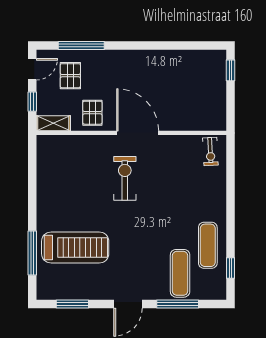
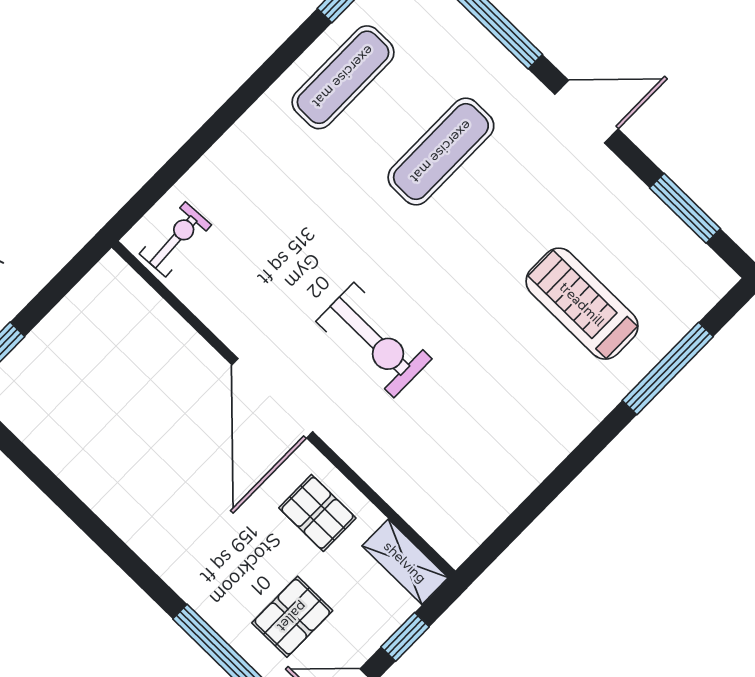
pallet: (92, 113) -> (317, 513), turned 90
exercise bike: (125, 178) -> (374, 340), turned -90
treadmill: (75, 247) -> (582, 304), width x0.73, depth x0.73
exercise mat: (180, 273) -> (441, 152), moved

